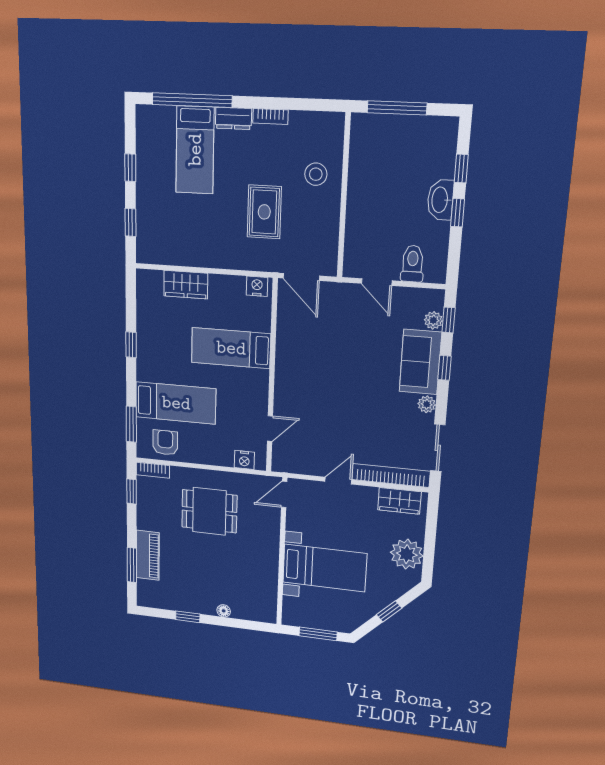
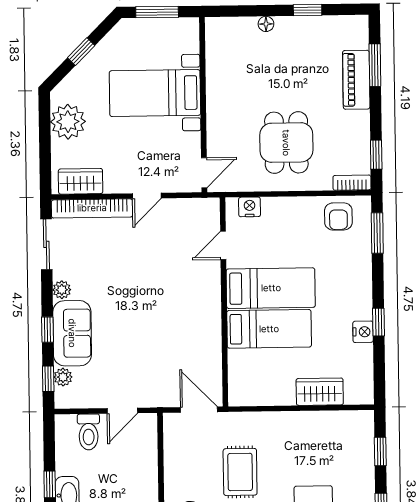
door: (377, 282) -> (122, 411), swing flipped
nightstand: (257, 286) -> (363, 332), moved, turned -90
bed: (176, 403) -> (271, 288), moved, turned 180
dining table: (209, 511) -> (286, 143), turned 90

